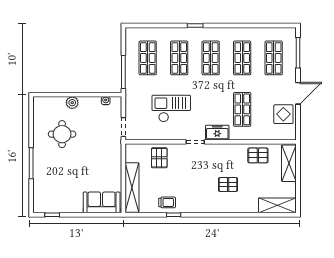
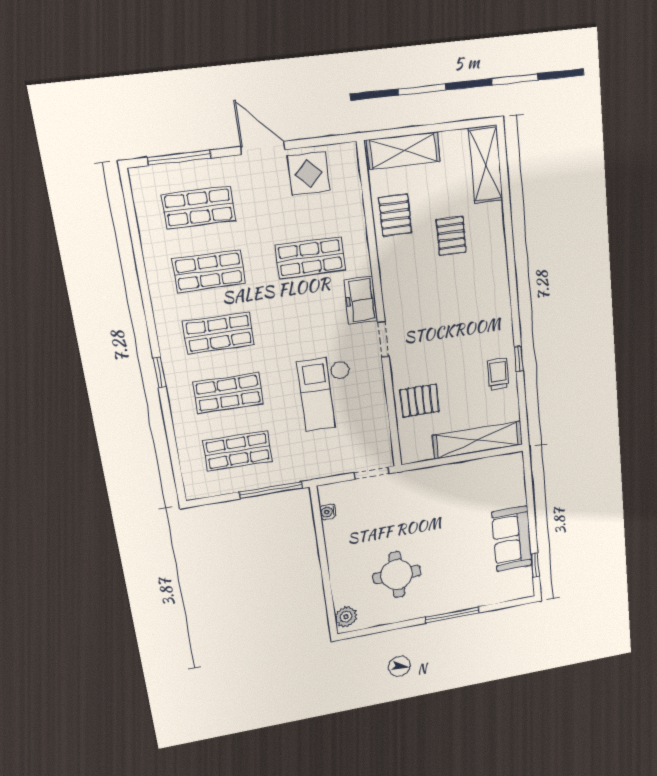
plant: (72, 103) -> (346, 617), moved
pallet: (228, 184) -> (451, 236), moved
sofa: (102, 202) -> (512, 539), moved

